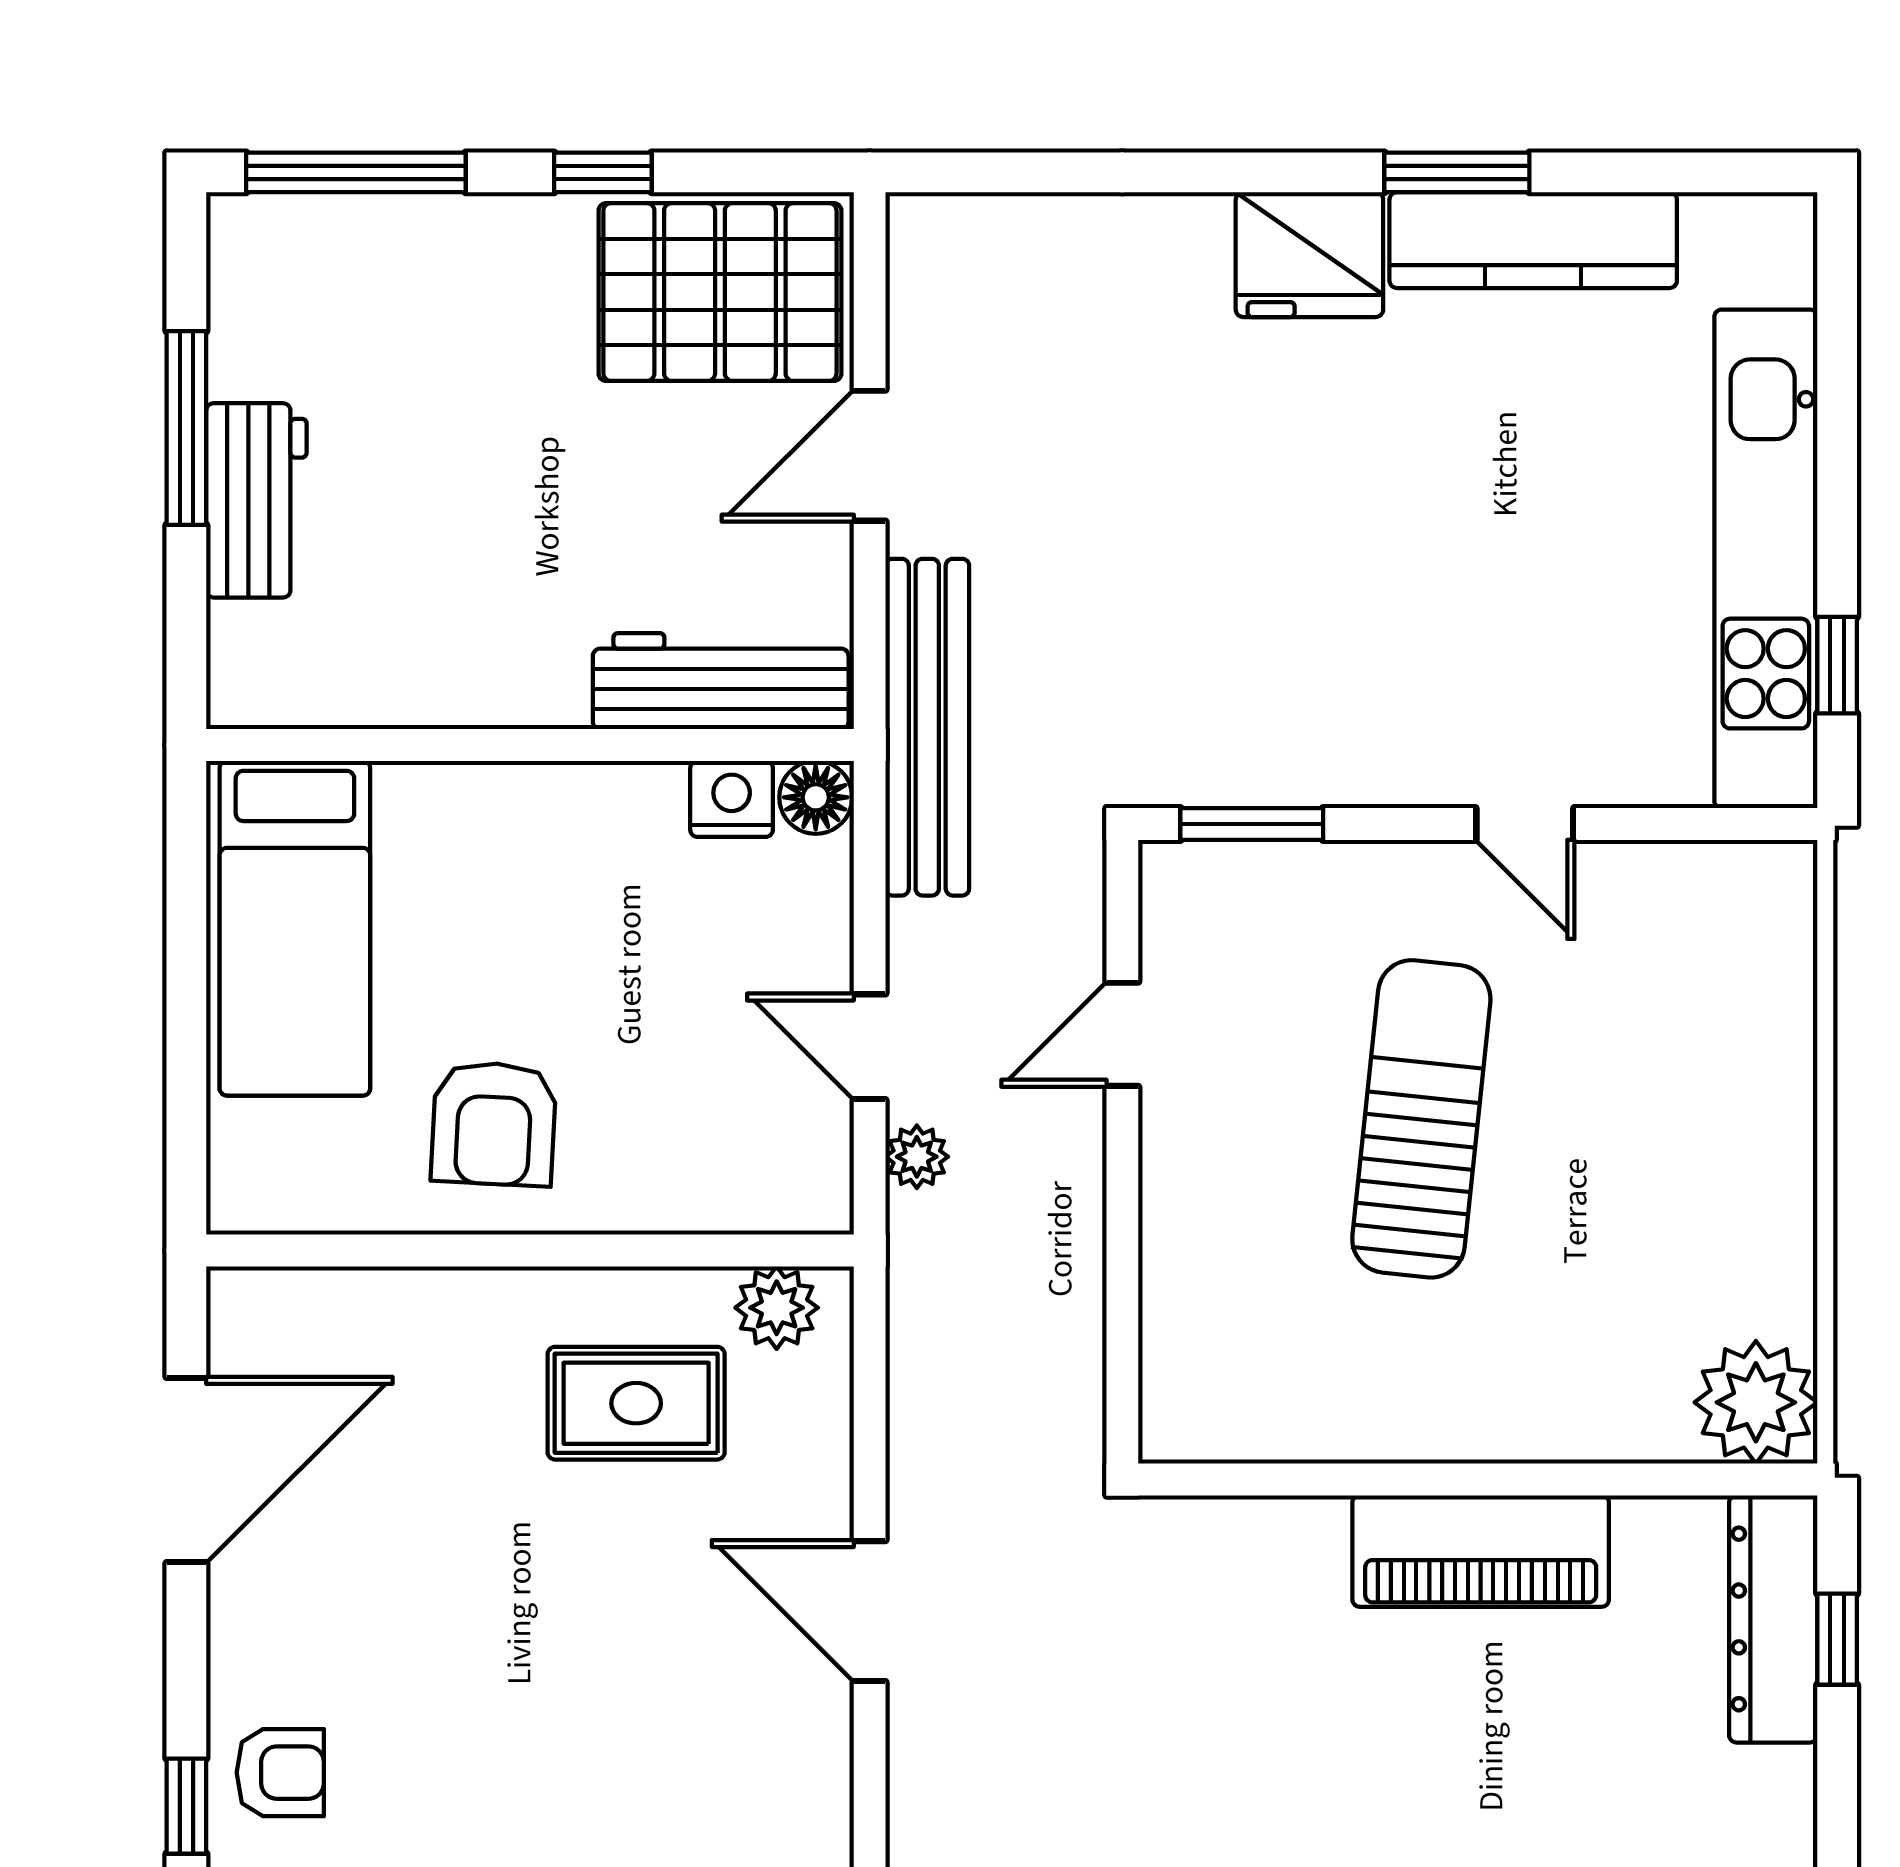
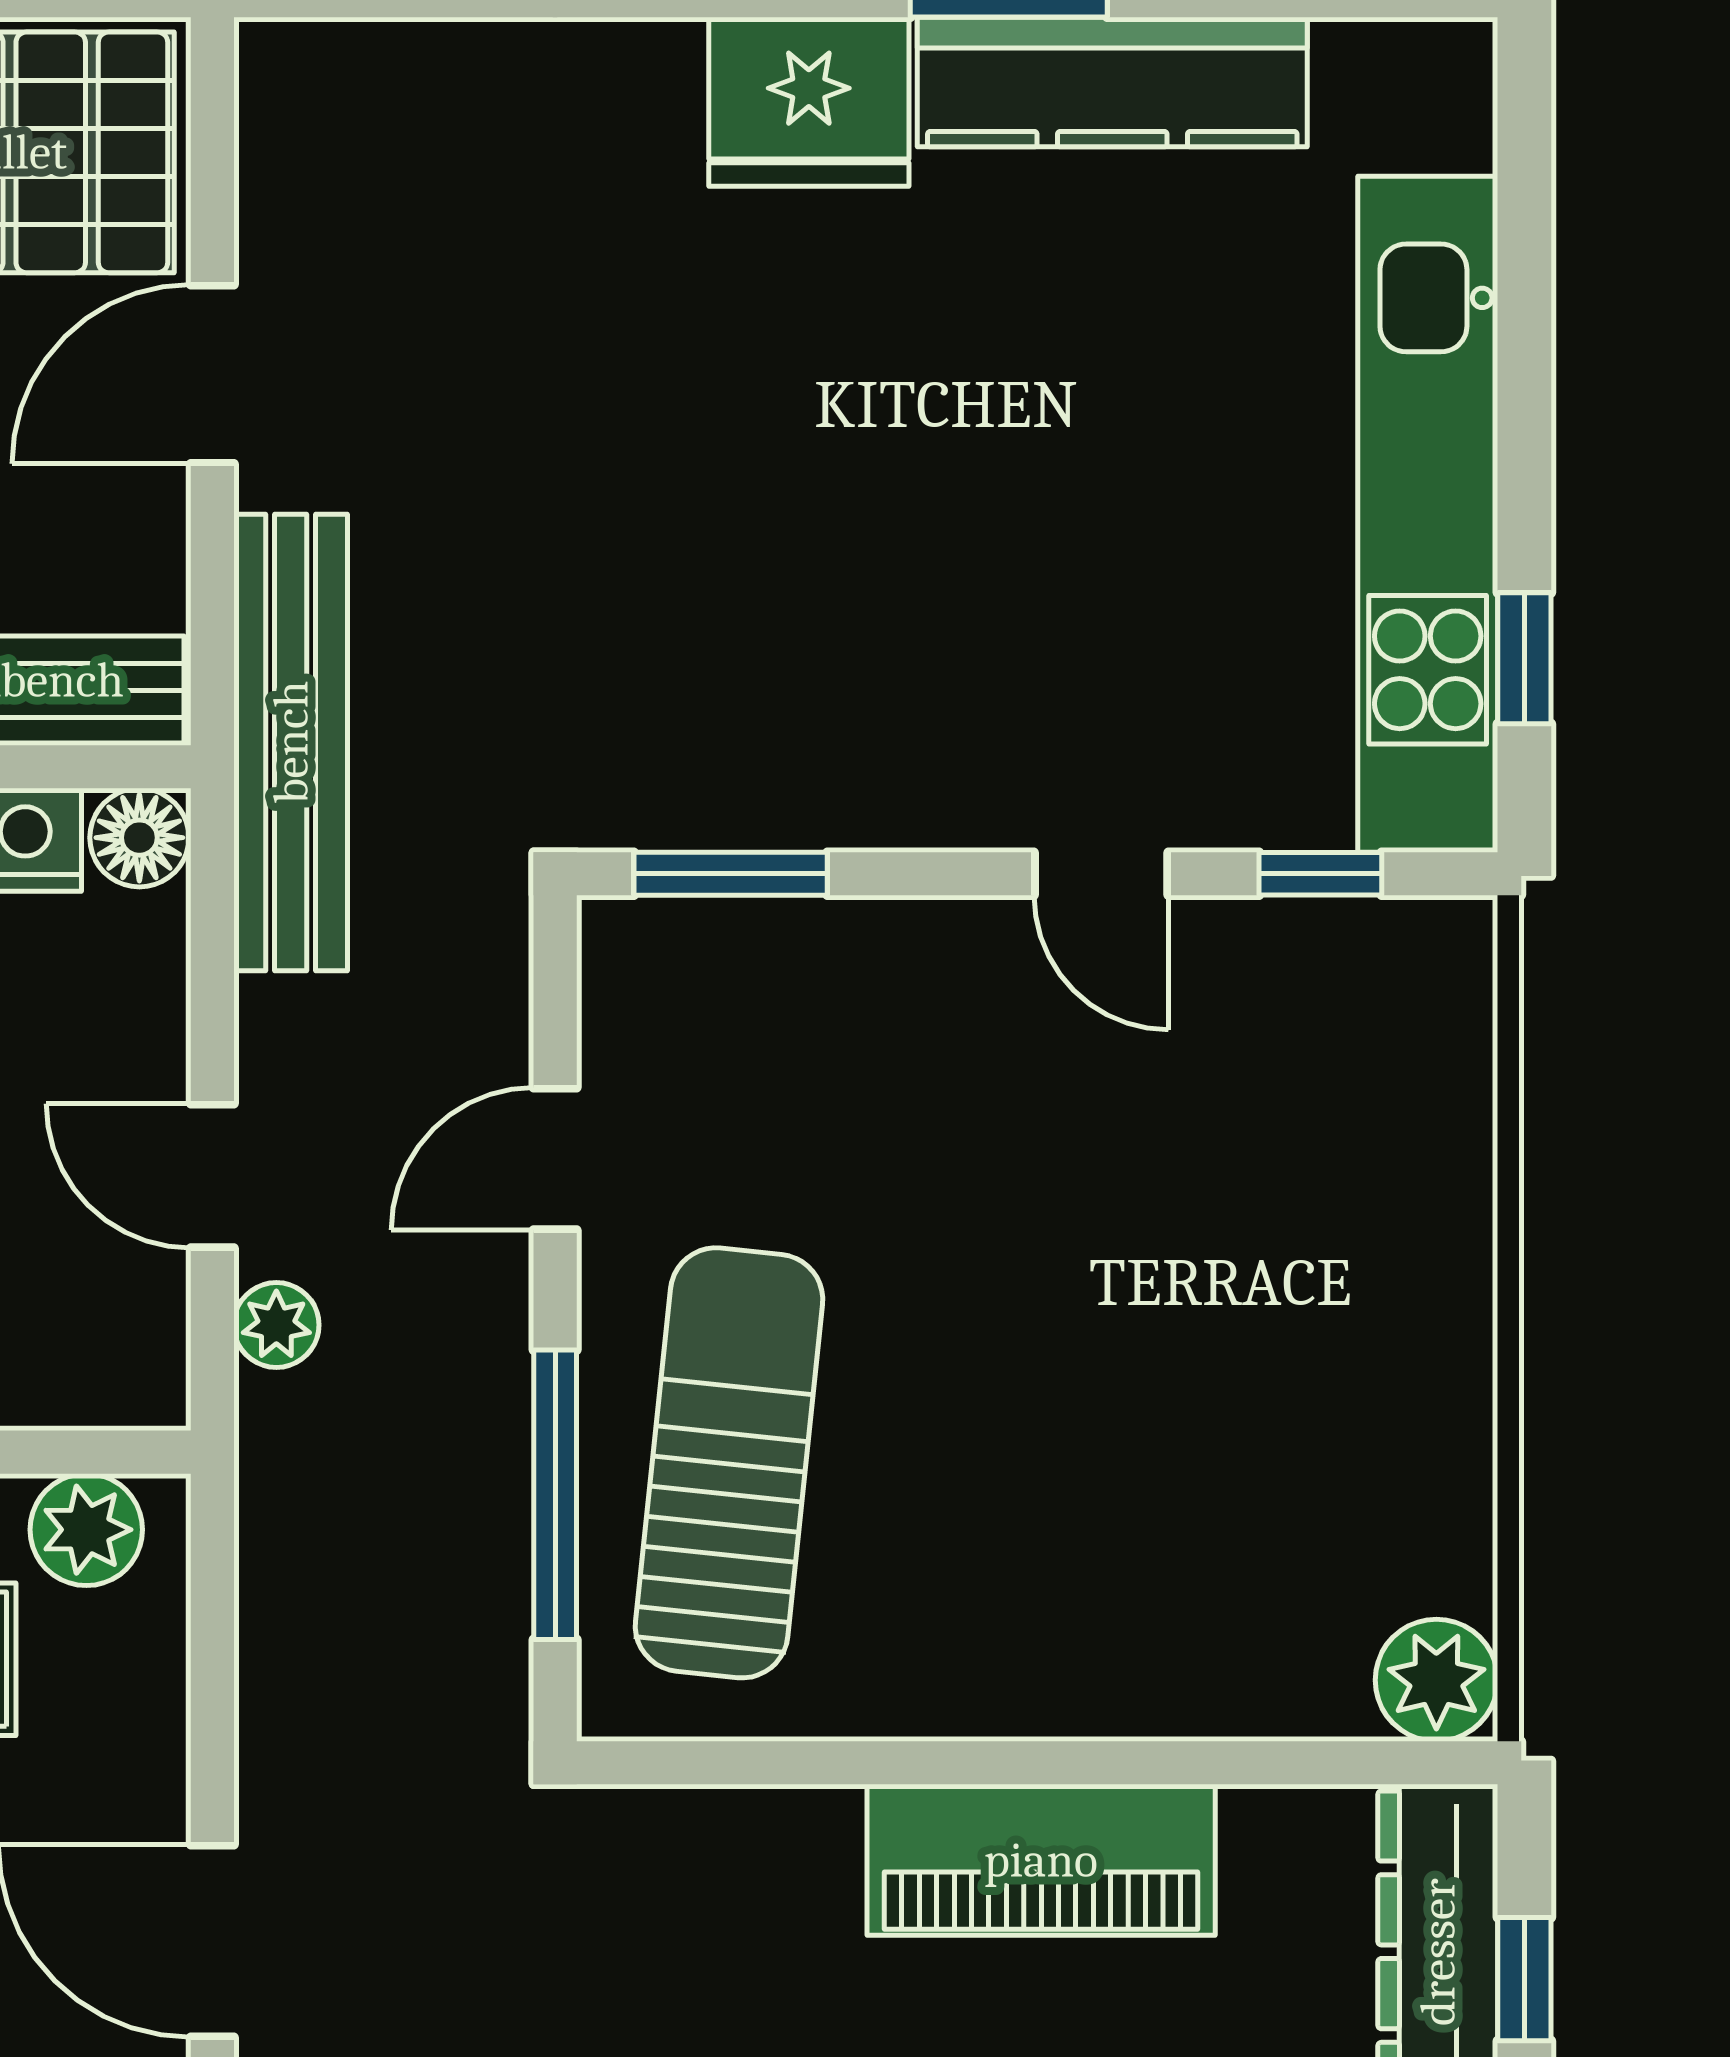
window: (1687, 824) -> (1320, 874), added
sun lounger: (1421, 1119) -> (729, 1463), moved
window: (1122, 1282) -> (555, 1495), added
plant: (1756, 1402) -> (1436, 1680), width x0.73, depth x0.73

